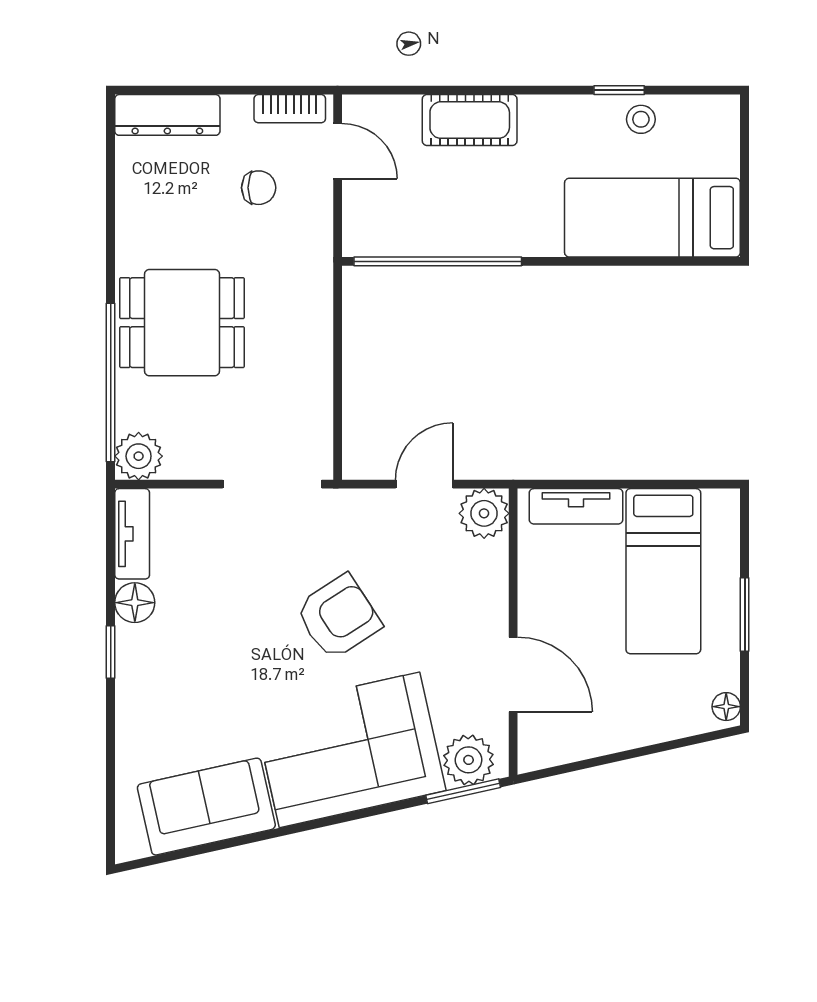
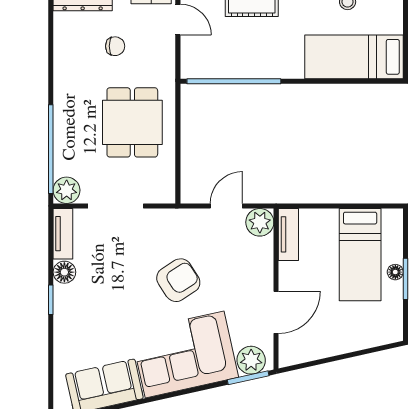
chair: (259, 188) -> (115, 46), moved
dining table: (182, 323) -> (132, 122), moved, turned 90
doorway: (272, 484) -> (116, 206), moved
tv unit: (576, 506) -> (288, 234), moved, turned -90
door: (513, 675) -> (276, 312), hinge flipped
floor lamp: (726, 707) -> (395, 272), moved

